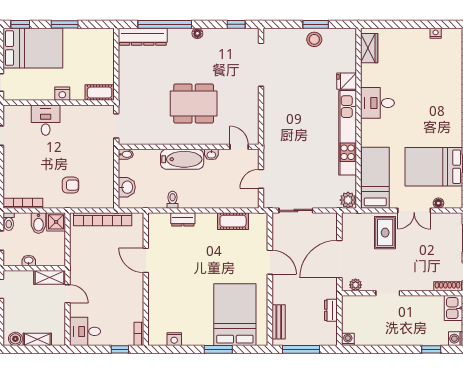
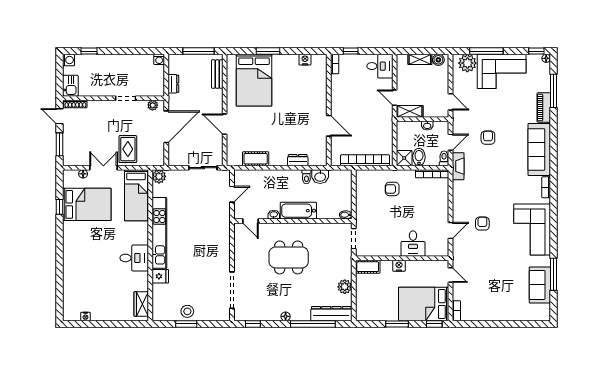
plant: (127, 69) -> (345, 287), added
washbasin: (127, 187) -> (320, 177), moved, turned -90

